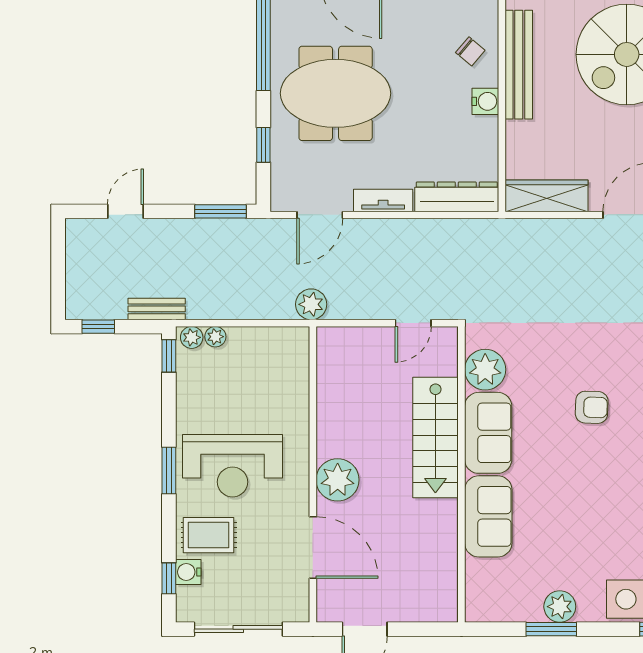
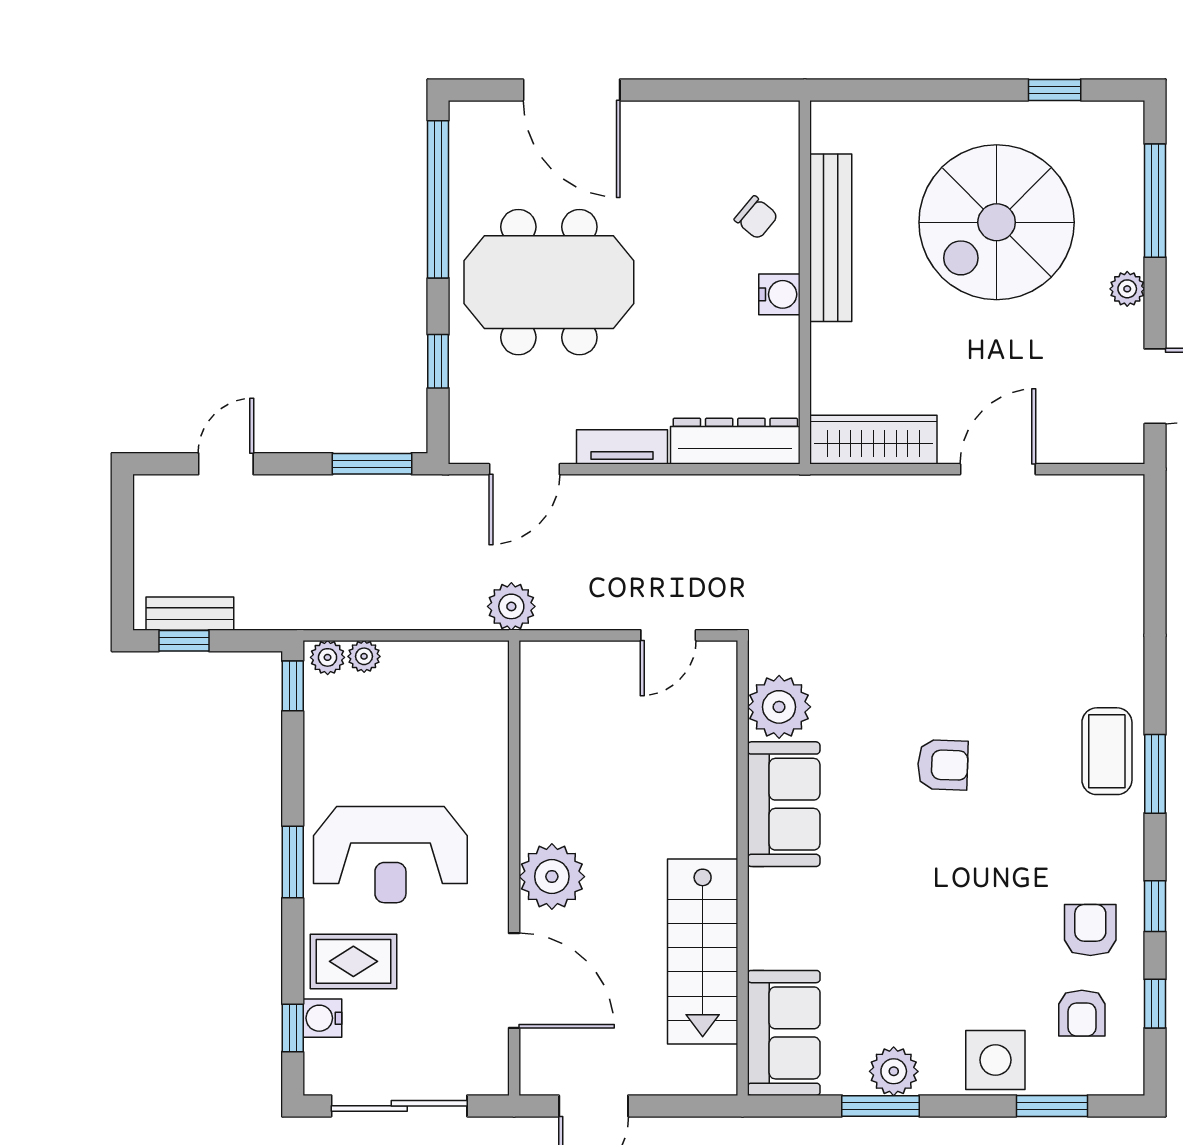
bench: (157, 309) -> (190, 614), moved
stairs: (435, 438) -> (703, 952), moved
sofa: (488, 516) -> (784, 1033), moved

